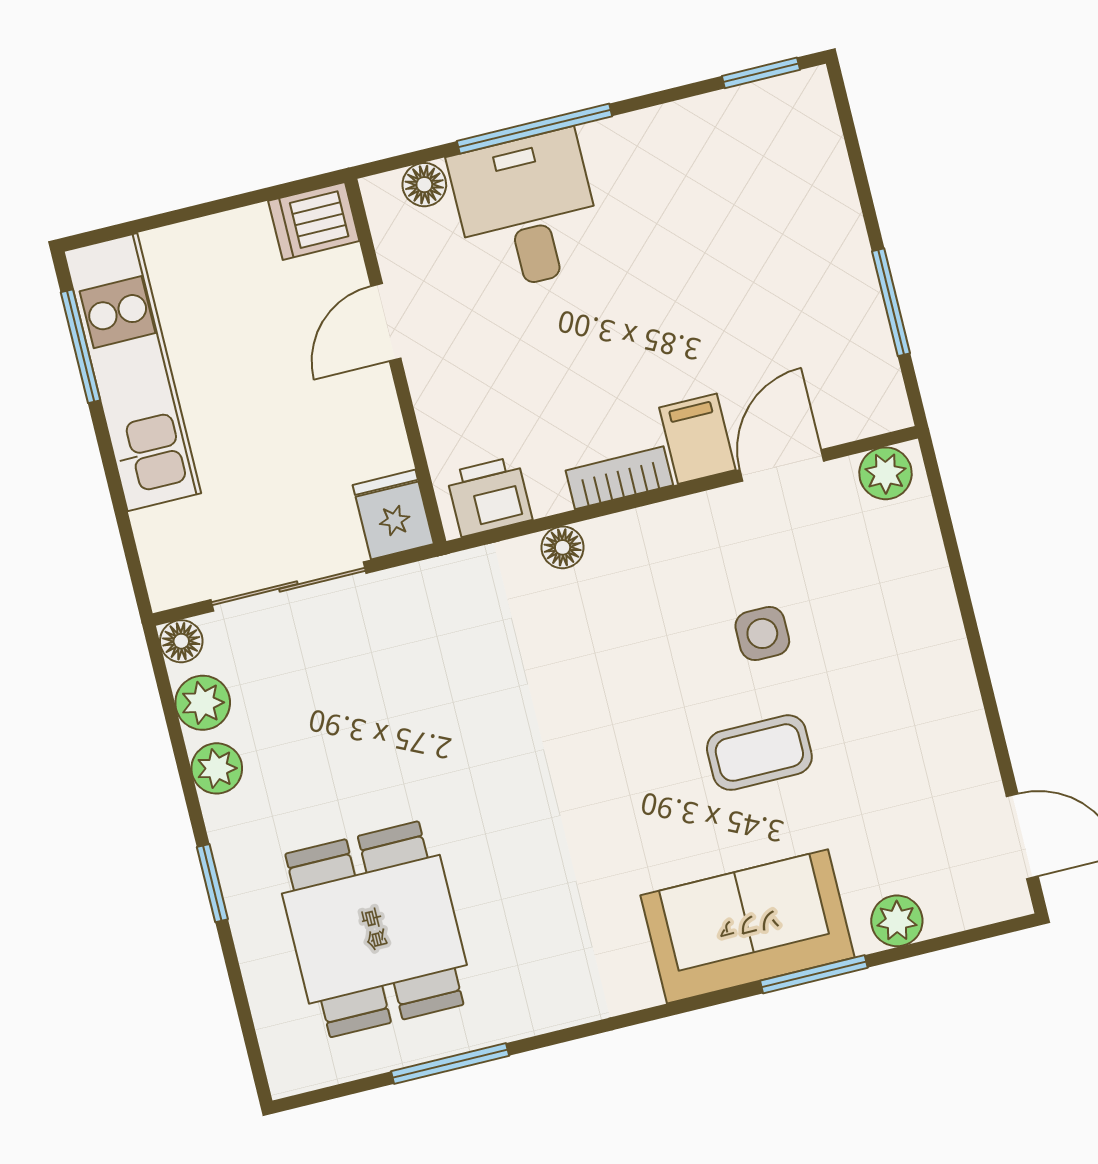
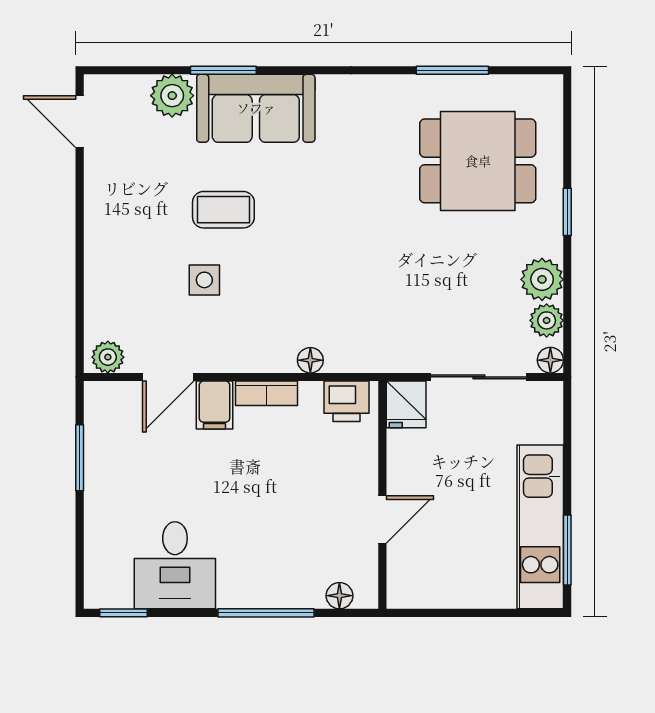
desk: (527, 211) -> (175, 565), moved
dishwasher: (314, 221) -> (410, 590), removed
plant: (217, 768) -> (542, 279), width x1.38, depth x1.38
plant: (897, 921) -> (172, 96), width x1.38, depth x1.38
dining table: (374, 929) -> (478, 161), turned 90

